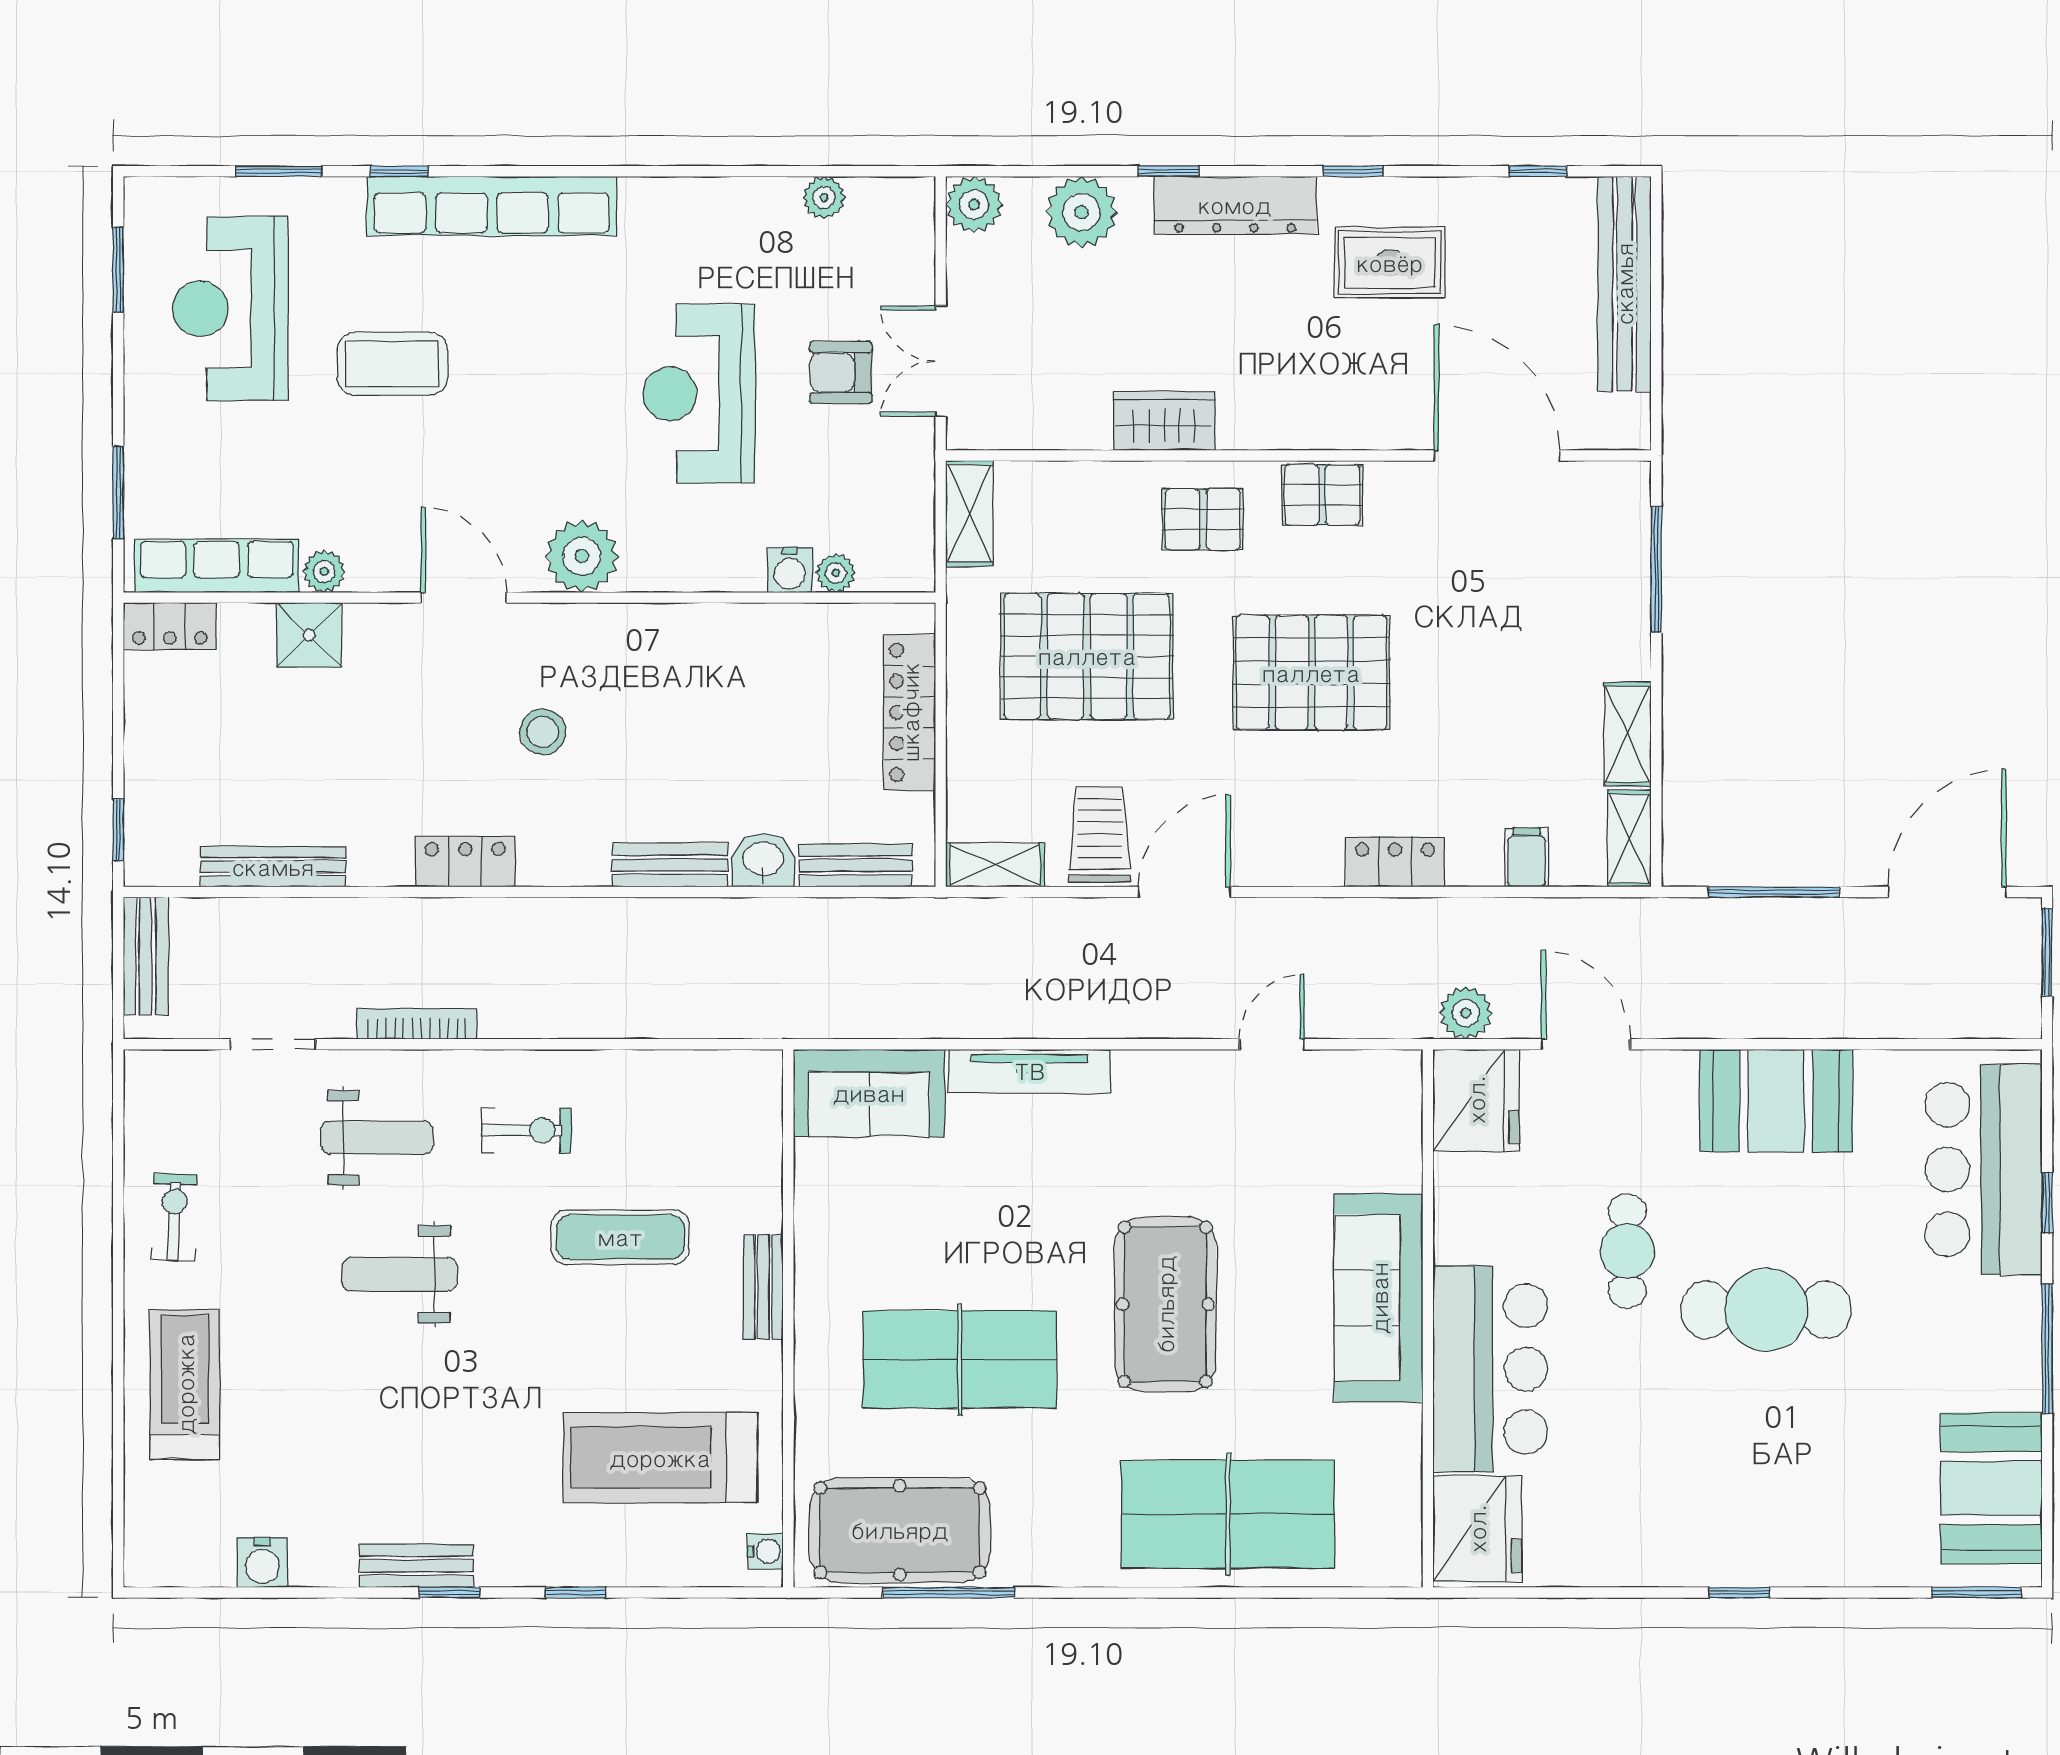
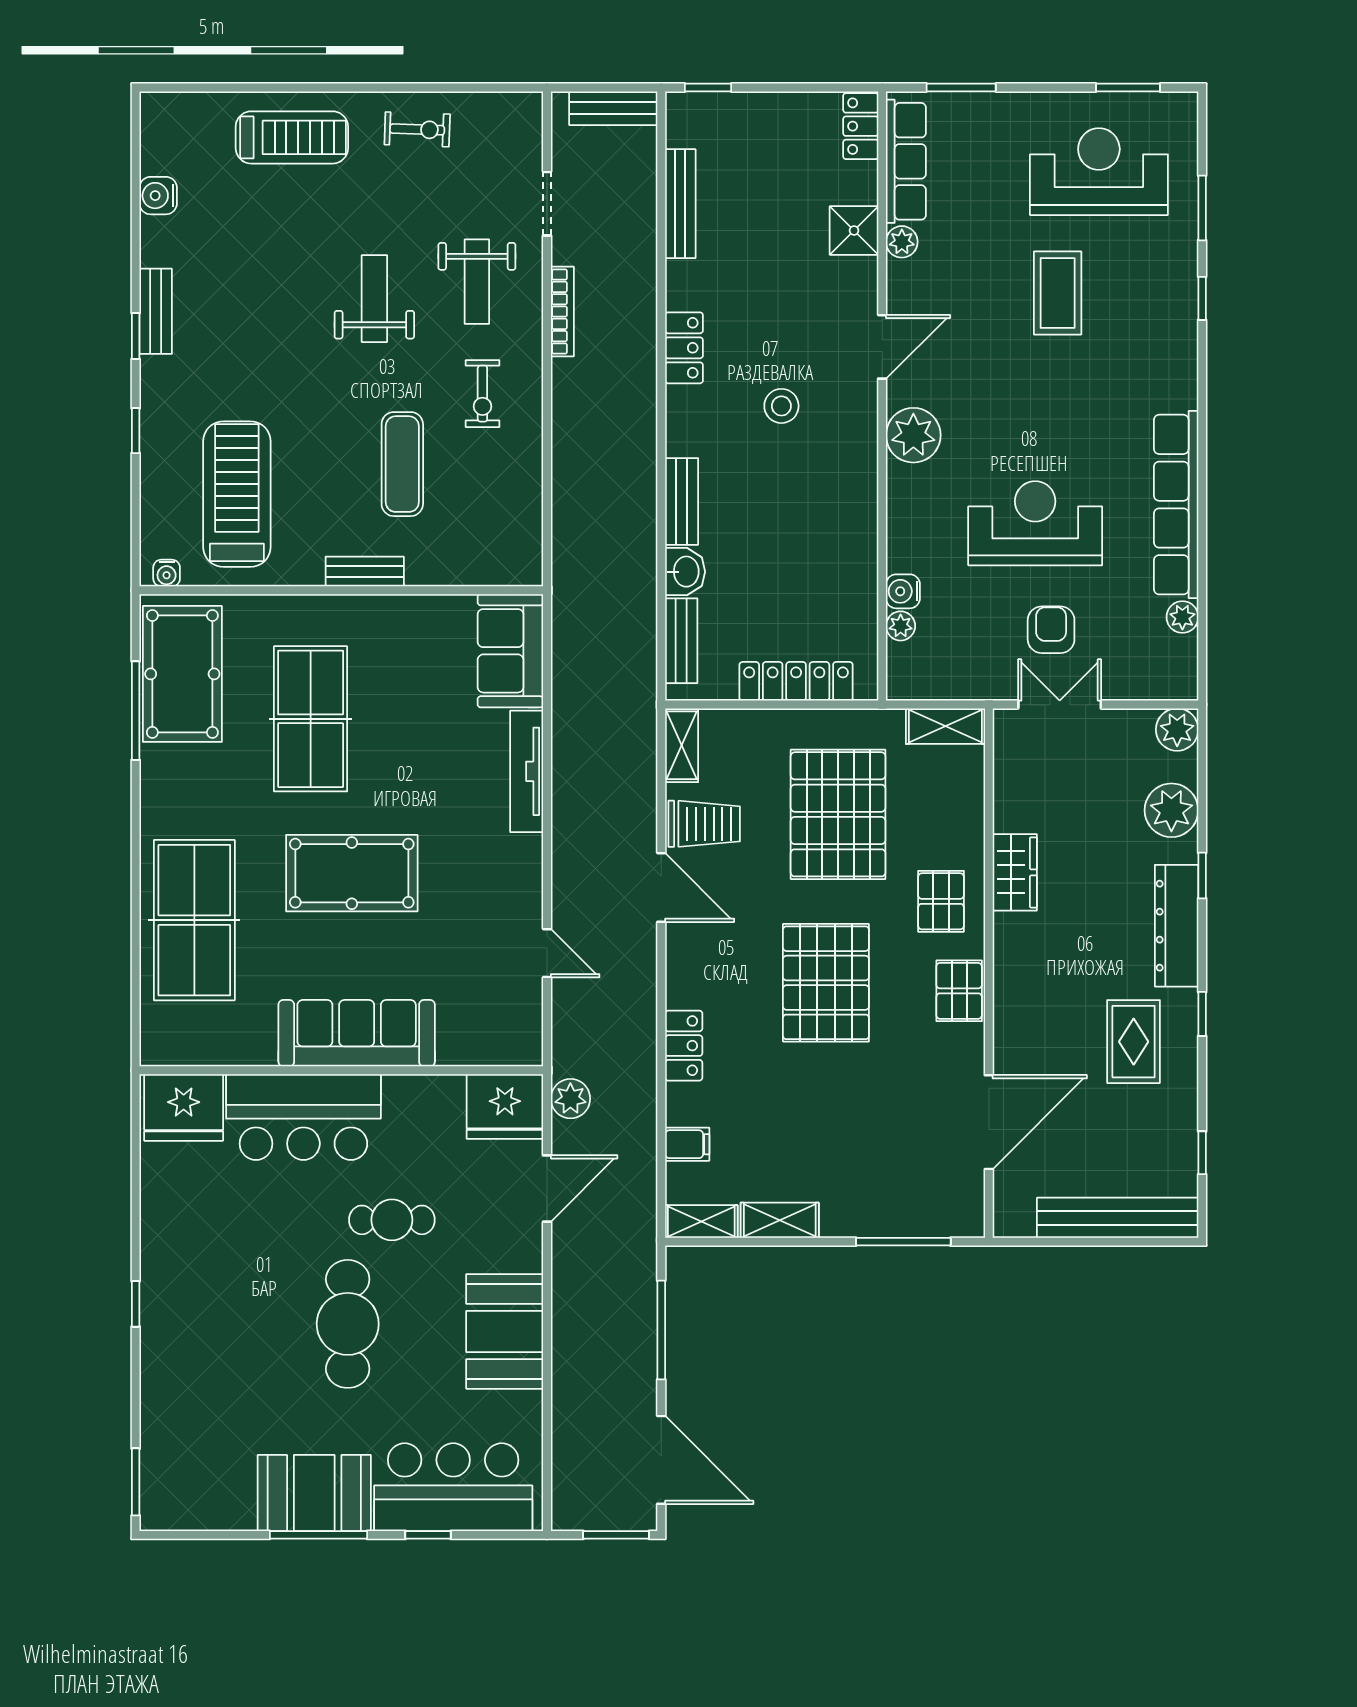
row of seats: (492, 206) -> (1176, 505), moved
booth: (1991, 1488) -> (314, 1493), moved

